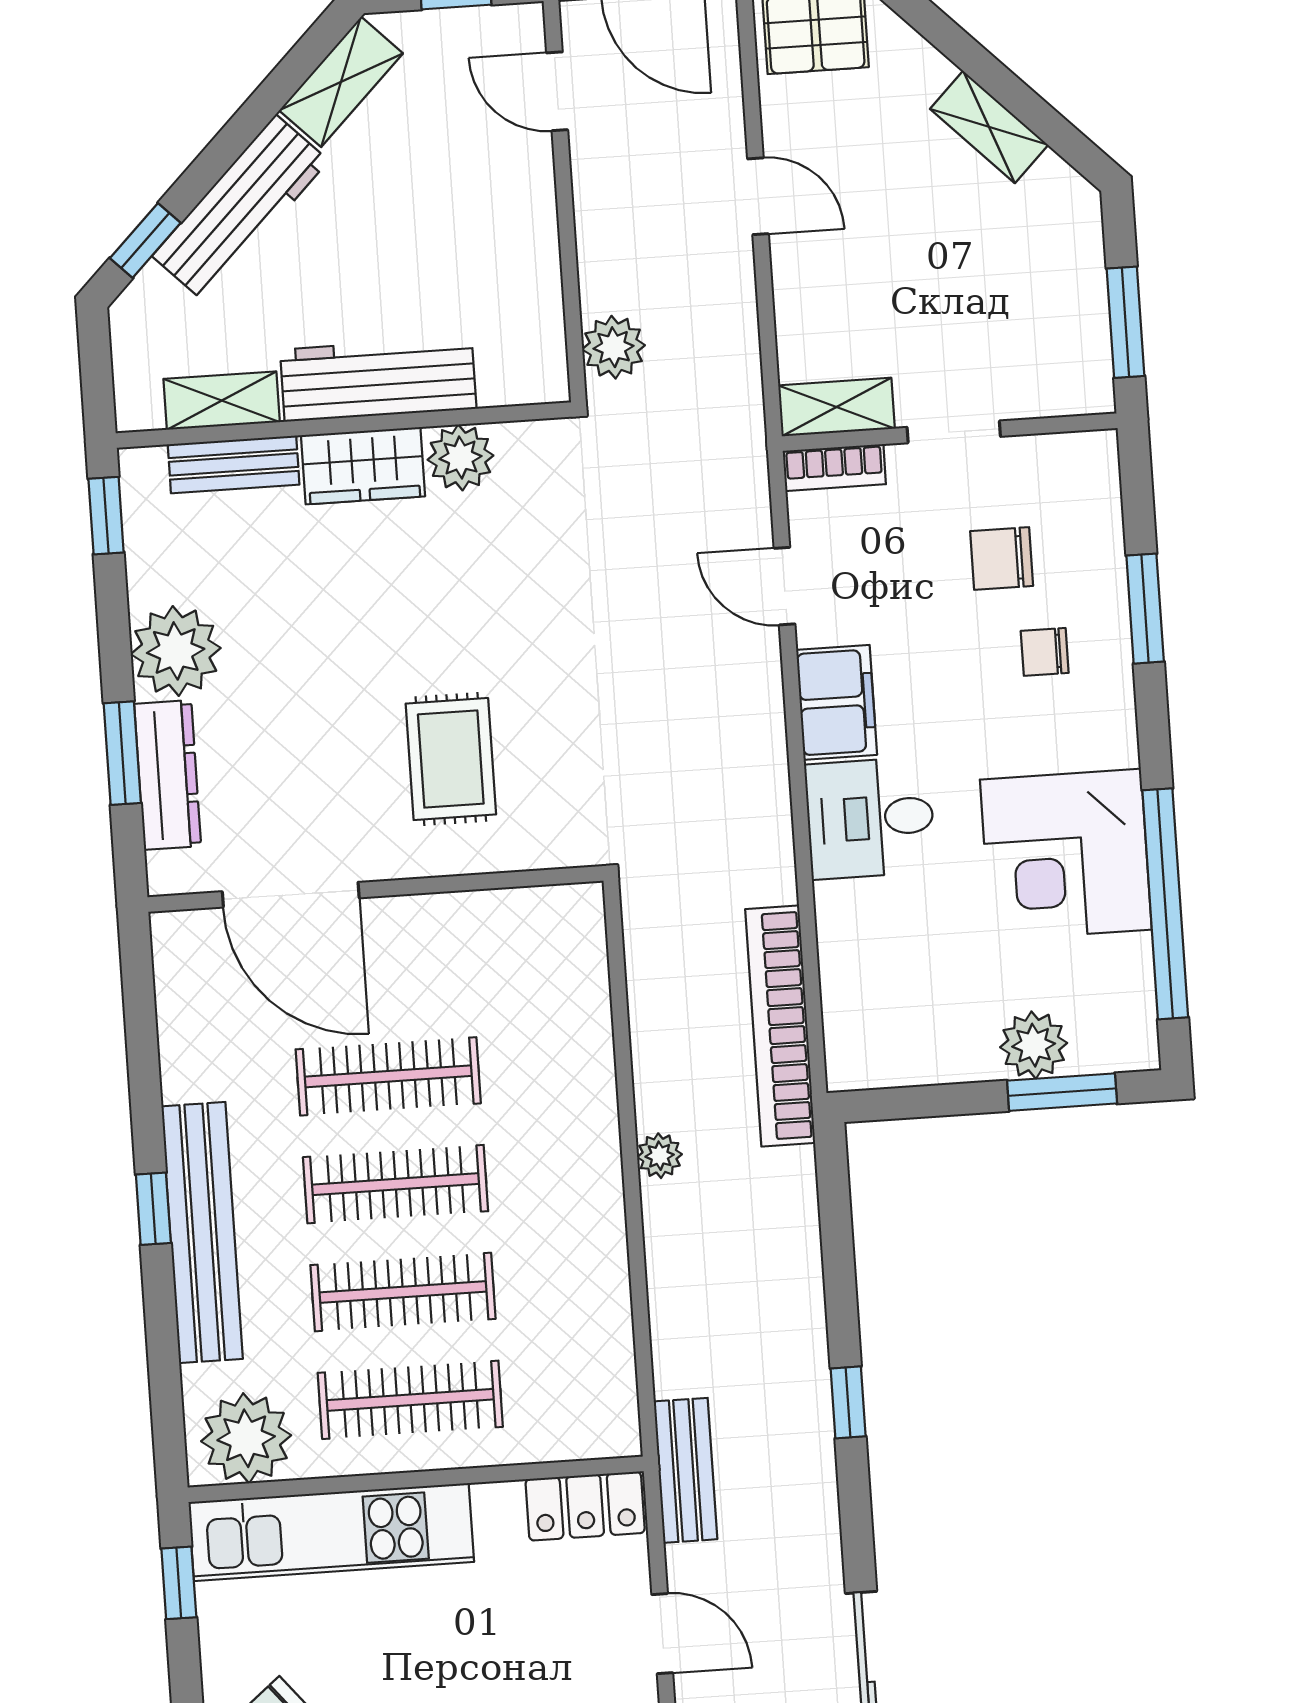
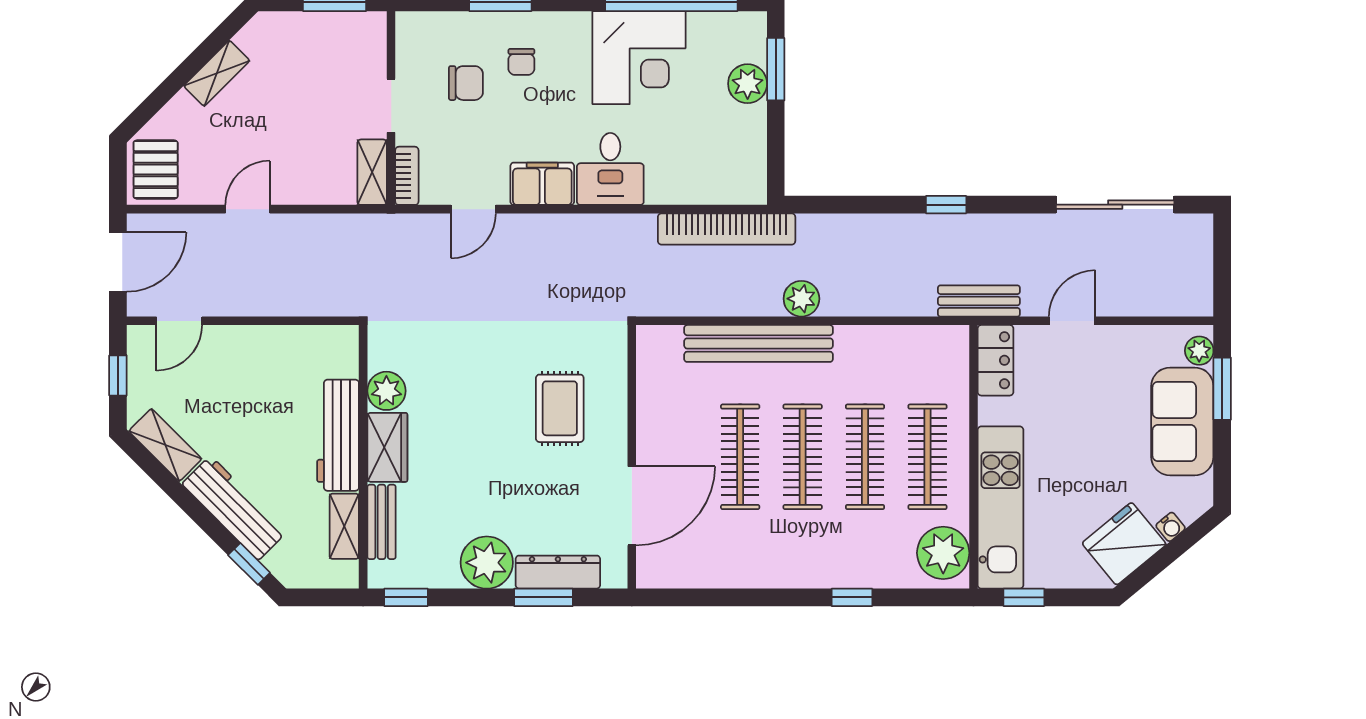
plant: (614, 347) -> (329, 298), removed
chair: (1002, 559) -> (466, 83), turned -90
rug: (451, 759) -> (560, 408), turned 90
plant: (660, 1156) -> (801, 299), width x1.38, depth x1.38
window: (153, 1209) -> (852, 597), moved
bench: (202, 1233) -> (759, 343), moved

